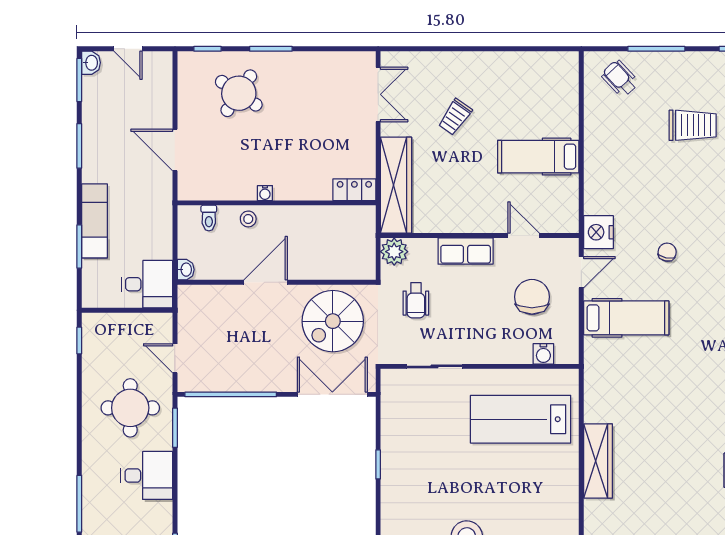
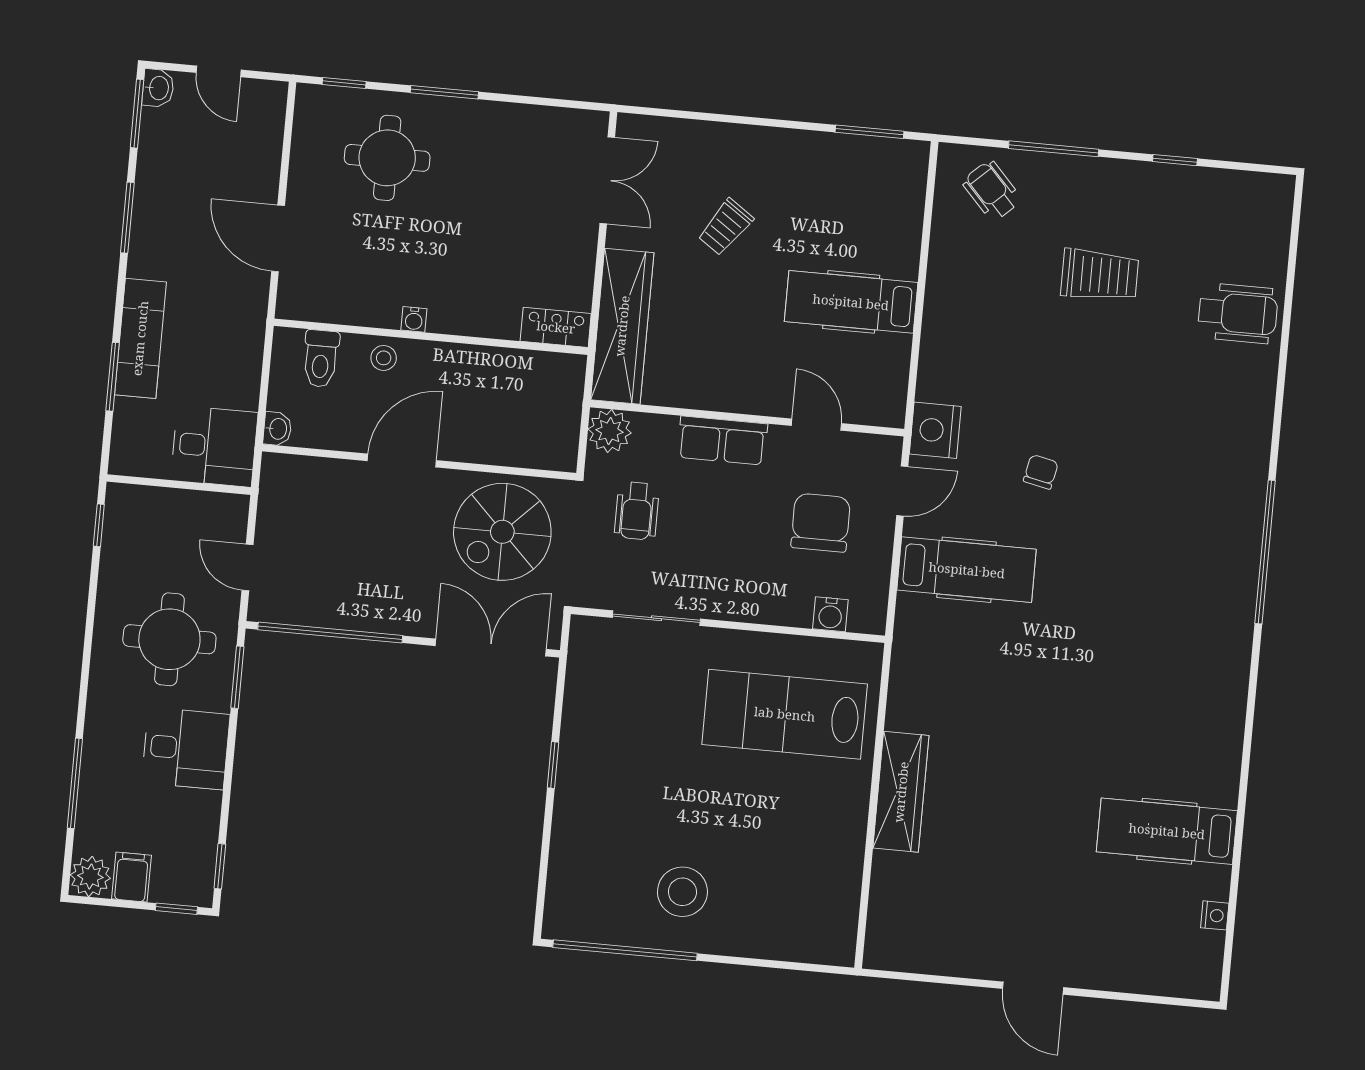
window: (540, 49) -> (869, 132), added
round table: (239, 93) -> (387, 158), turned -34
toilet: (209, 218) -> (321, 359), width x1.37, depth x1.39

